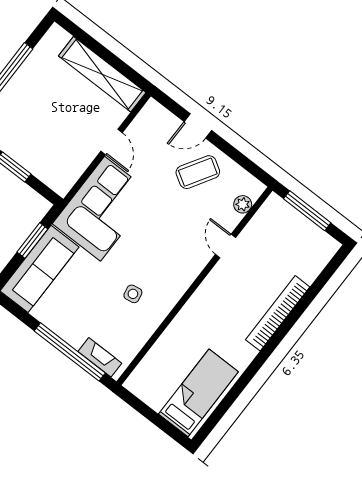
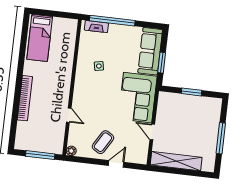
plant: (243, 204) -> (71, 151), moved

